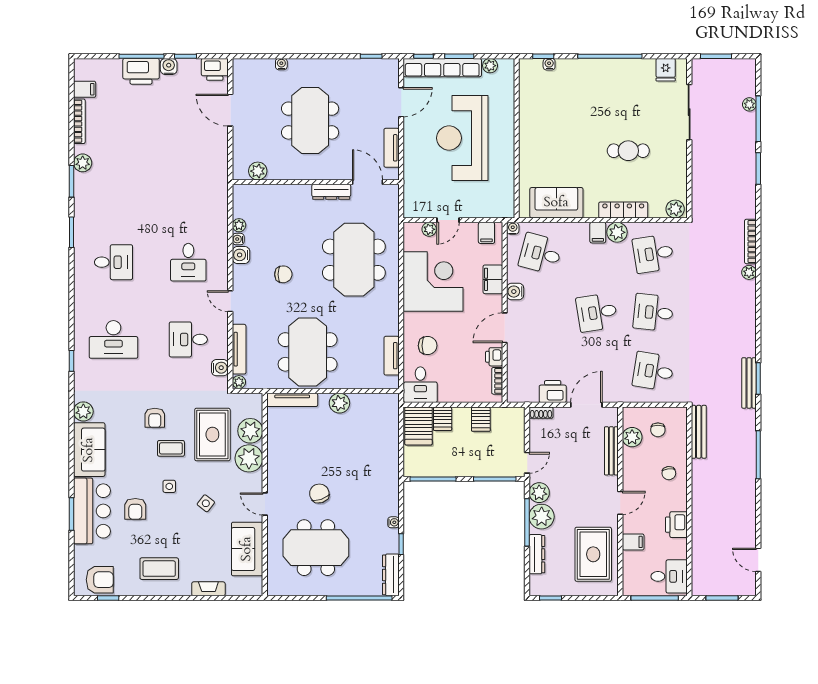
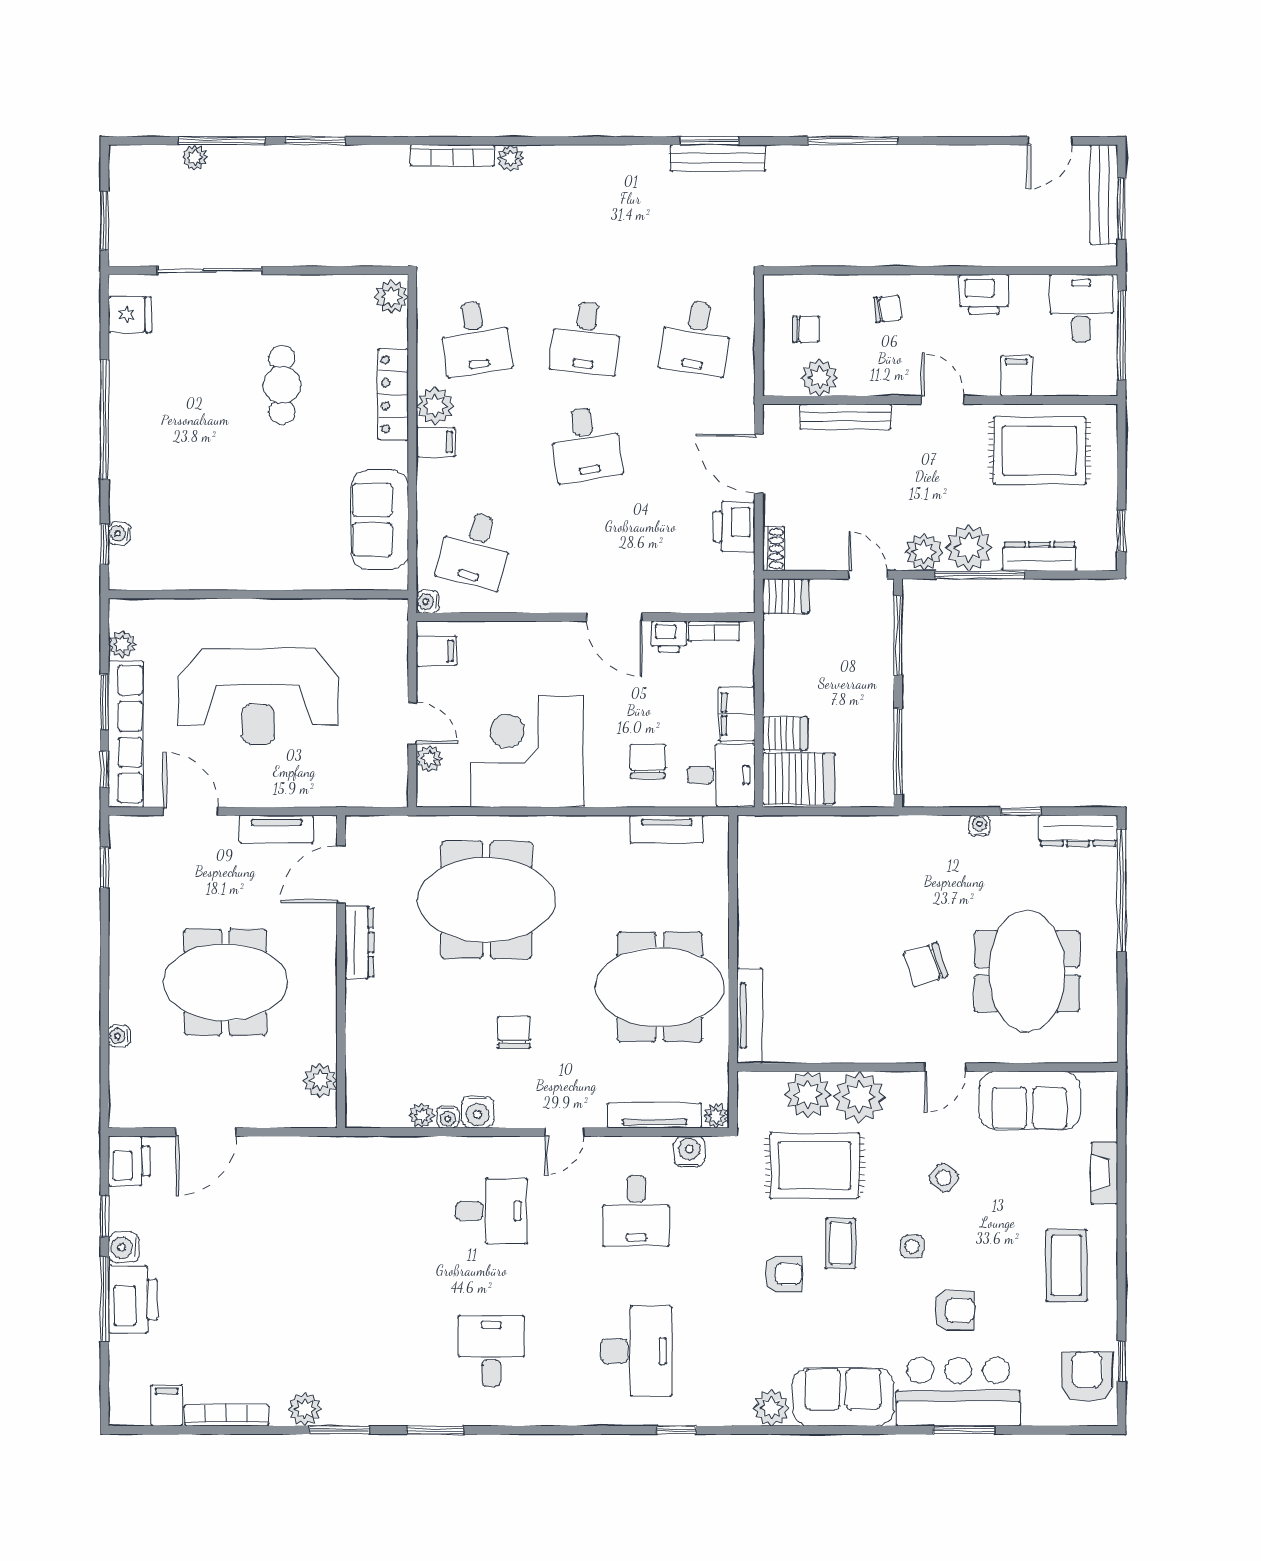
filing cabinet: (493, 279) -> (737, 714), moved, turned 90
water cooler: (515, 292) -> (546, 597), removed
plant: (339, 403) -> (756, 927), removed
server rack: (481, 419) -> (786, 596), moved
bench: (699, 432) -> (1104, 195), moved, turned 90

